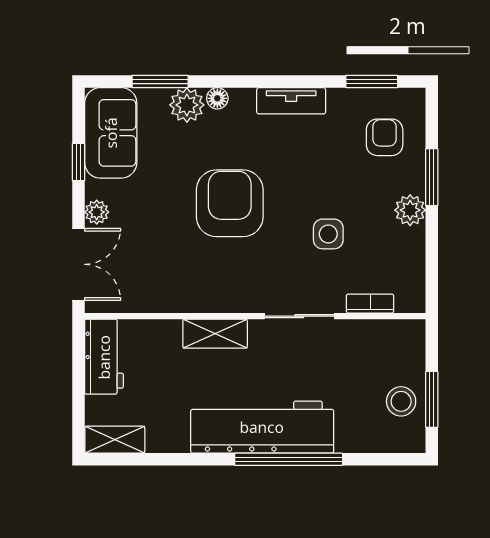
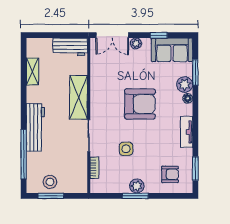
window: (432, 177) -> (135, 196), moved
shelving: (215, 334) -> (79, 97), width x1.50, depth x1.33
workbench: (262, 427) -> (35, 127), width x0.73, depth x0.76
shelving: (115, 440) -> (33, 72), moved
window: (289, 459) -> (24, 154), moved

